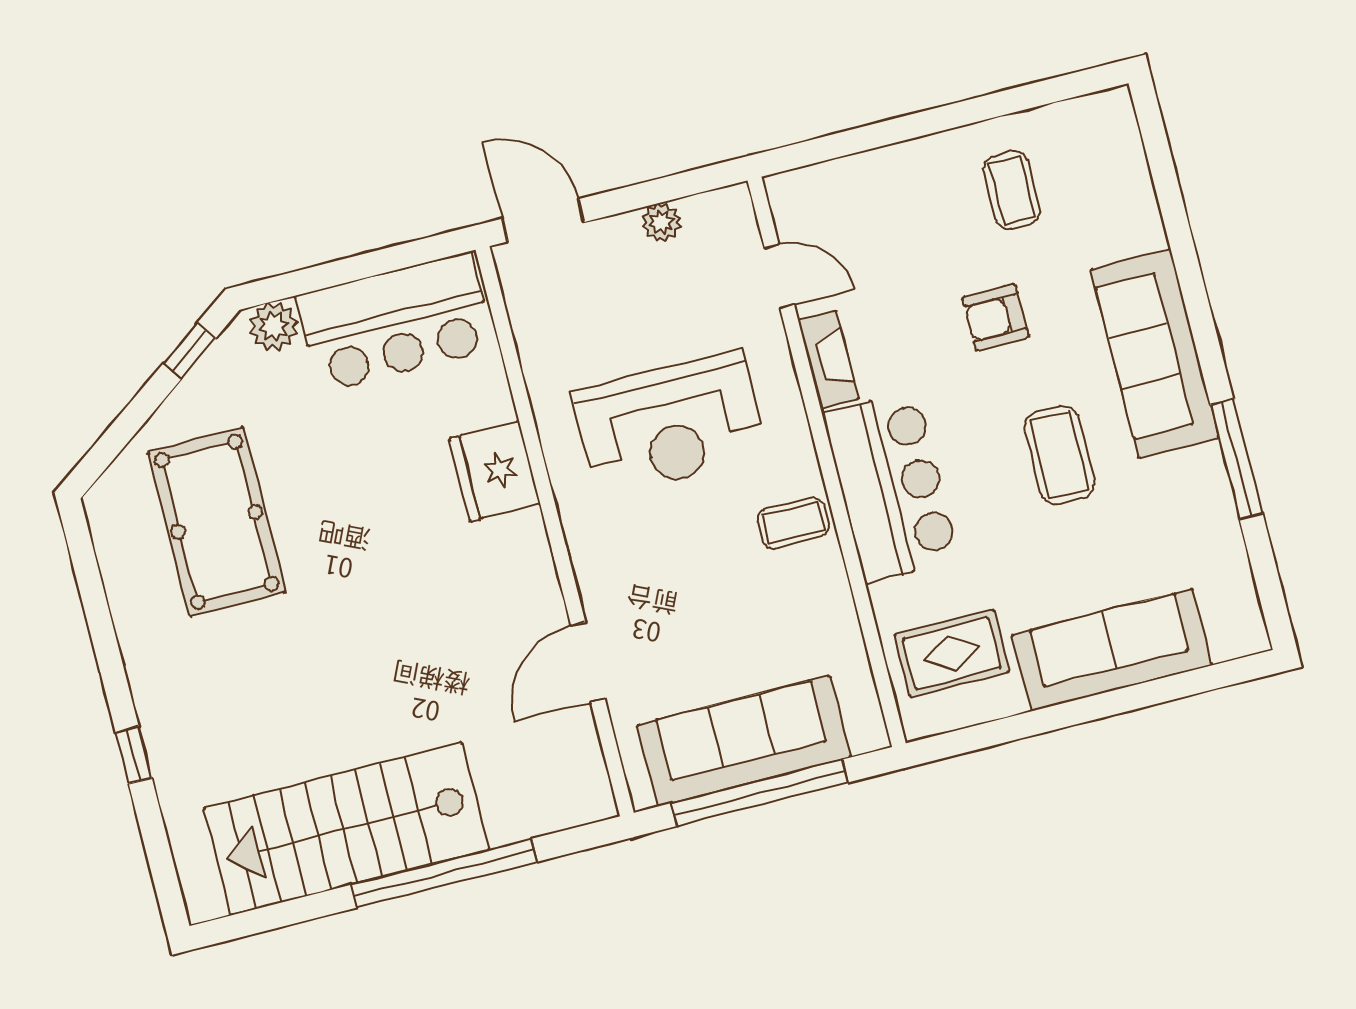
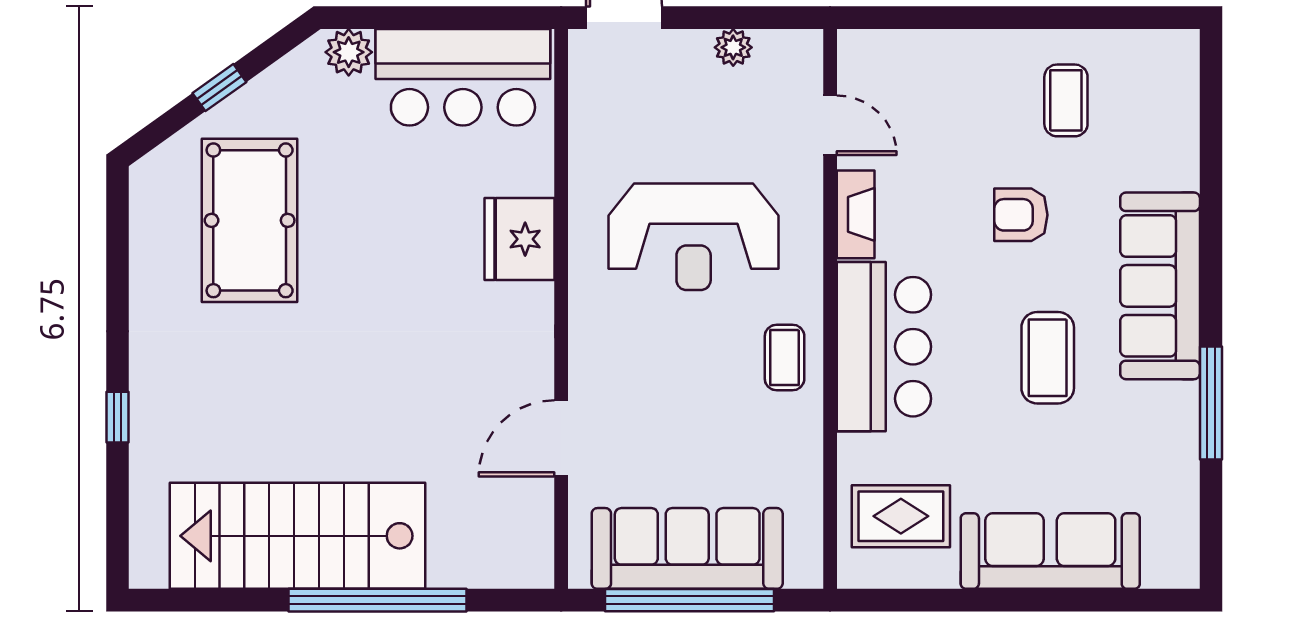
window: (189, 351) -> (219, 88), moved
coffee table: (793, 523) -> (785, 358), turned 90

